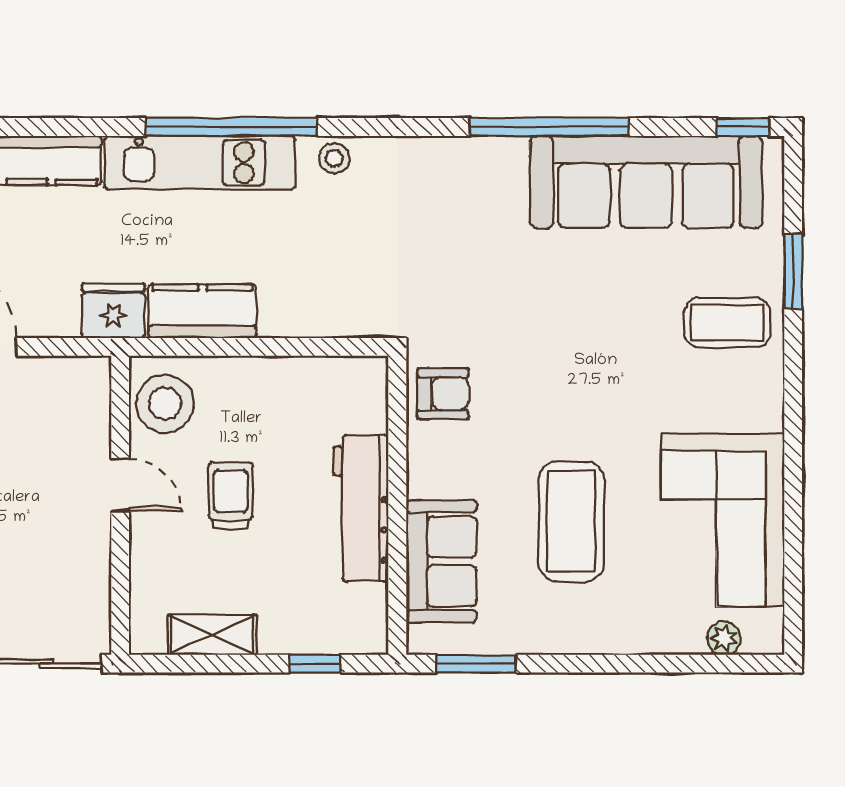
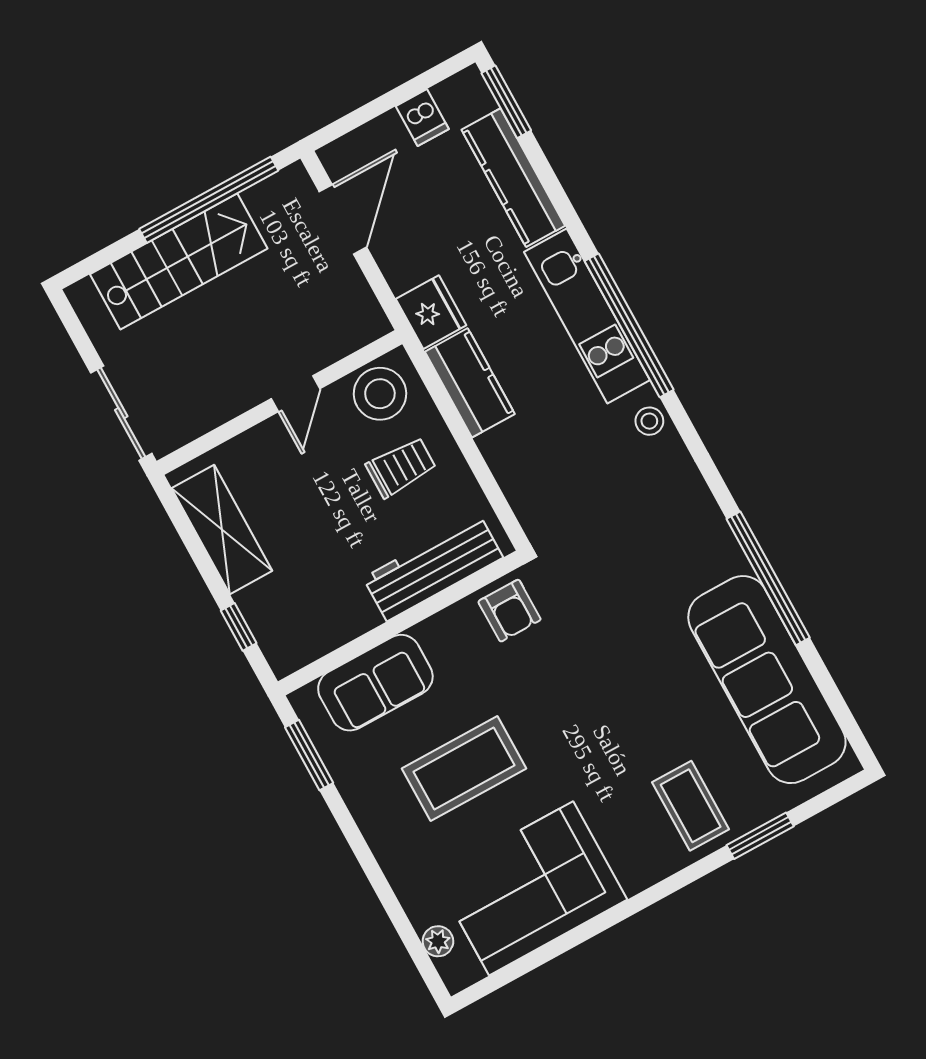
window: (743, 127) -> (853, 733), removed
trolley: (231, 496) -> (401, 467), moved
workbench: (361, 508) -> (433, 568), moved
shelving: (212, 635) -> (222, 530), width x1.50, depth x1.33

